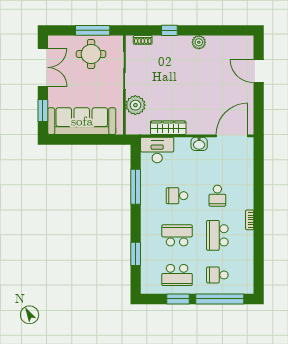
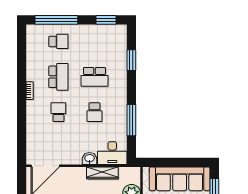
washbasin: (199, 144) -> (89, 158), moved
school desk: (177, 196) -> (94, 112), turned 90
school desk: (177, 275) -> (94, 41), removed
window: (178, 299) -> (106, 20), moved

